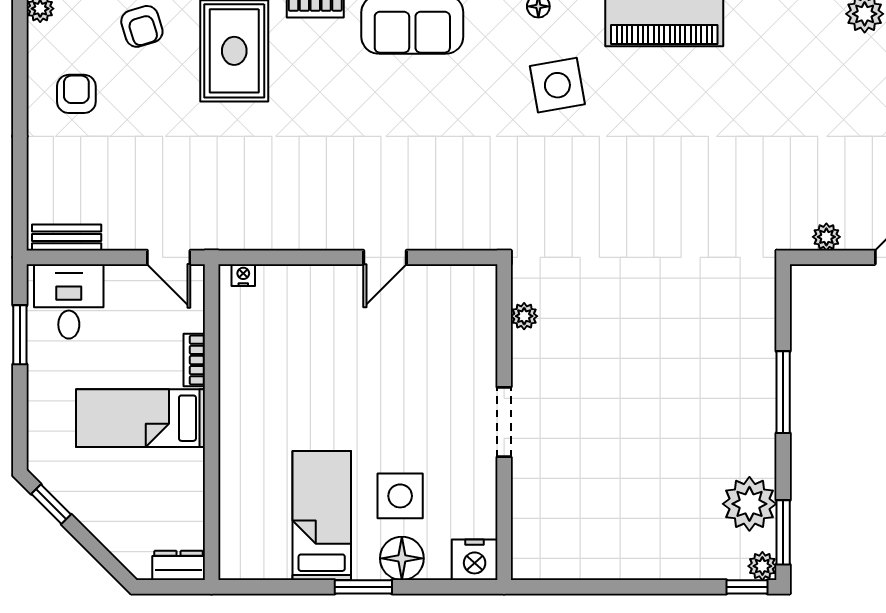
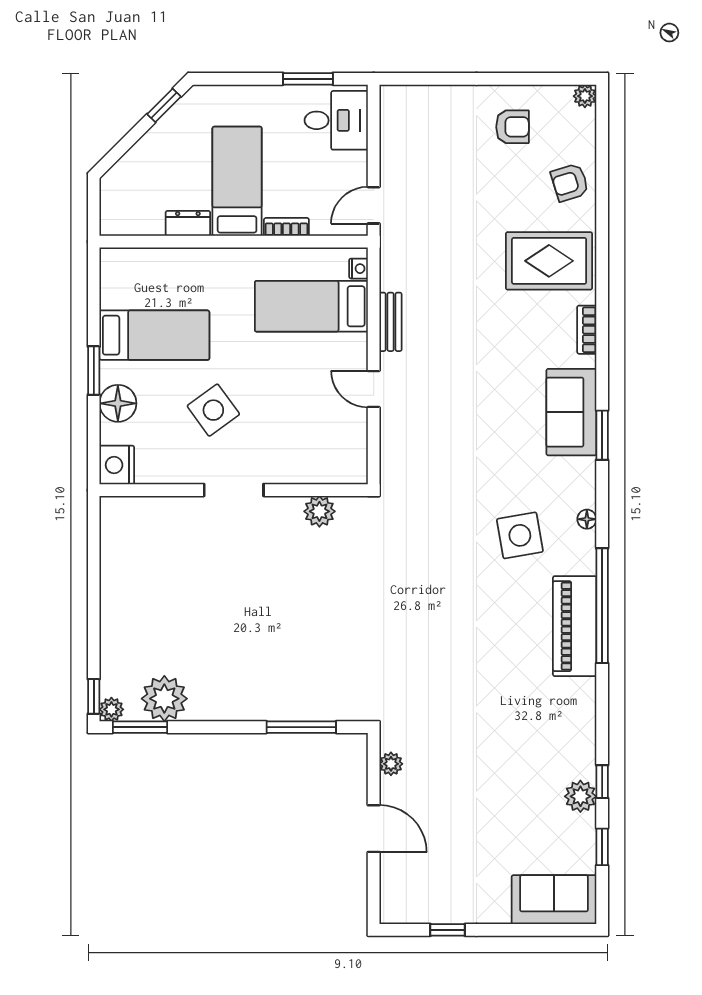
bench: (67, 237) -> (391, 322), moved
plant: (524, 316) -> (319, 511), width x1.38, depth x1.38
bed: (288, 331) -> (311, 306), added
window: (783, 392) -> (301, 727), moved
side table: (400, 496) -> (213, 410), moved, turned -36
dresser: (179, 565) -> (188, 223), moved, turned -90

